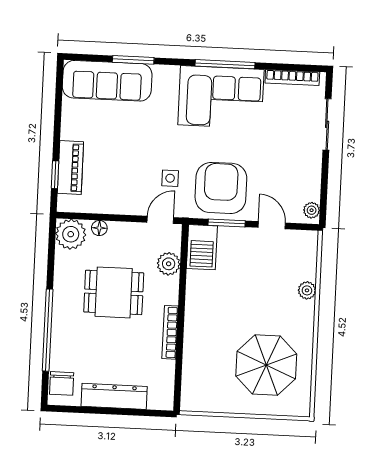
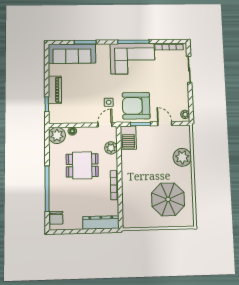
piano: (70, 167) -> (55, 90), moved
armchair: (221, 188) -> (136, 106), turned -90
plant: (307, 290) -> (182, 157), width x1.88, depth x1.88
dresser: (114, 396) -> (101, 222), moved

